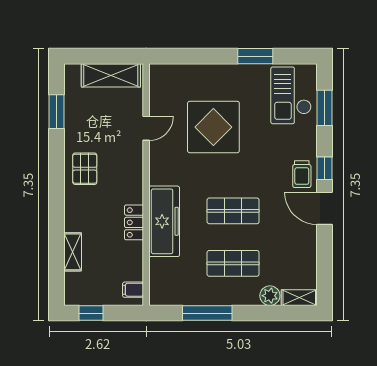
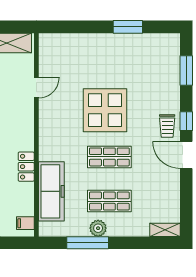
checkout: (291, 95) -> (158, 60), removed
display table: (213, 127) -> (105, 110), moved
freezer: (164, 221) -> (51, 191), moved
plant: (270, 296) -> (98, 228), moved

